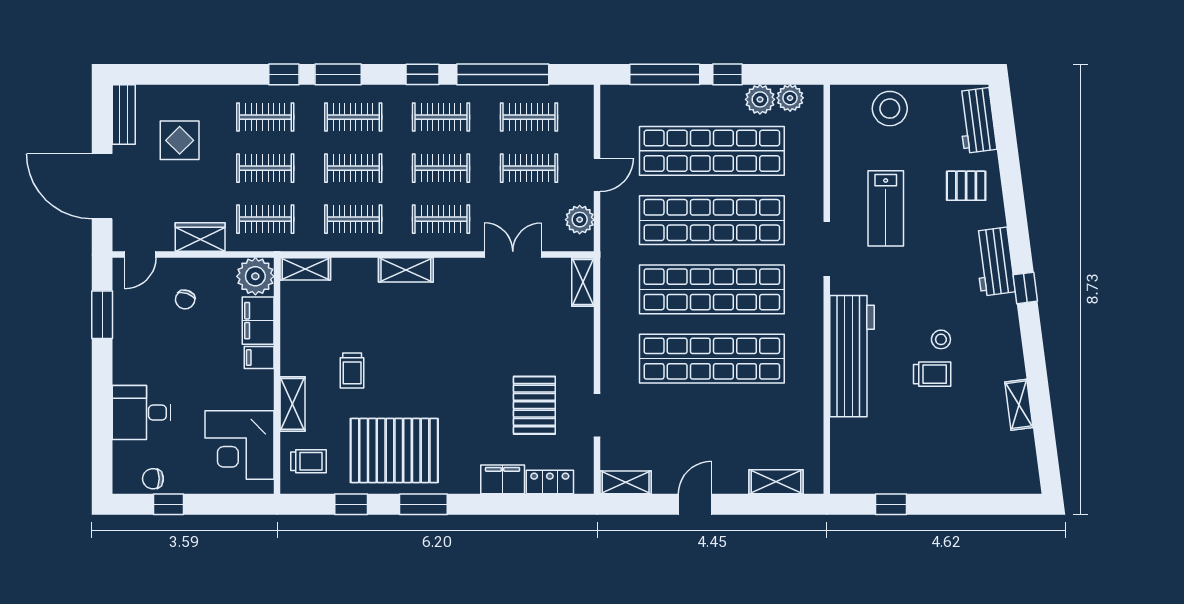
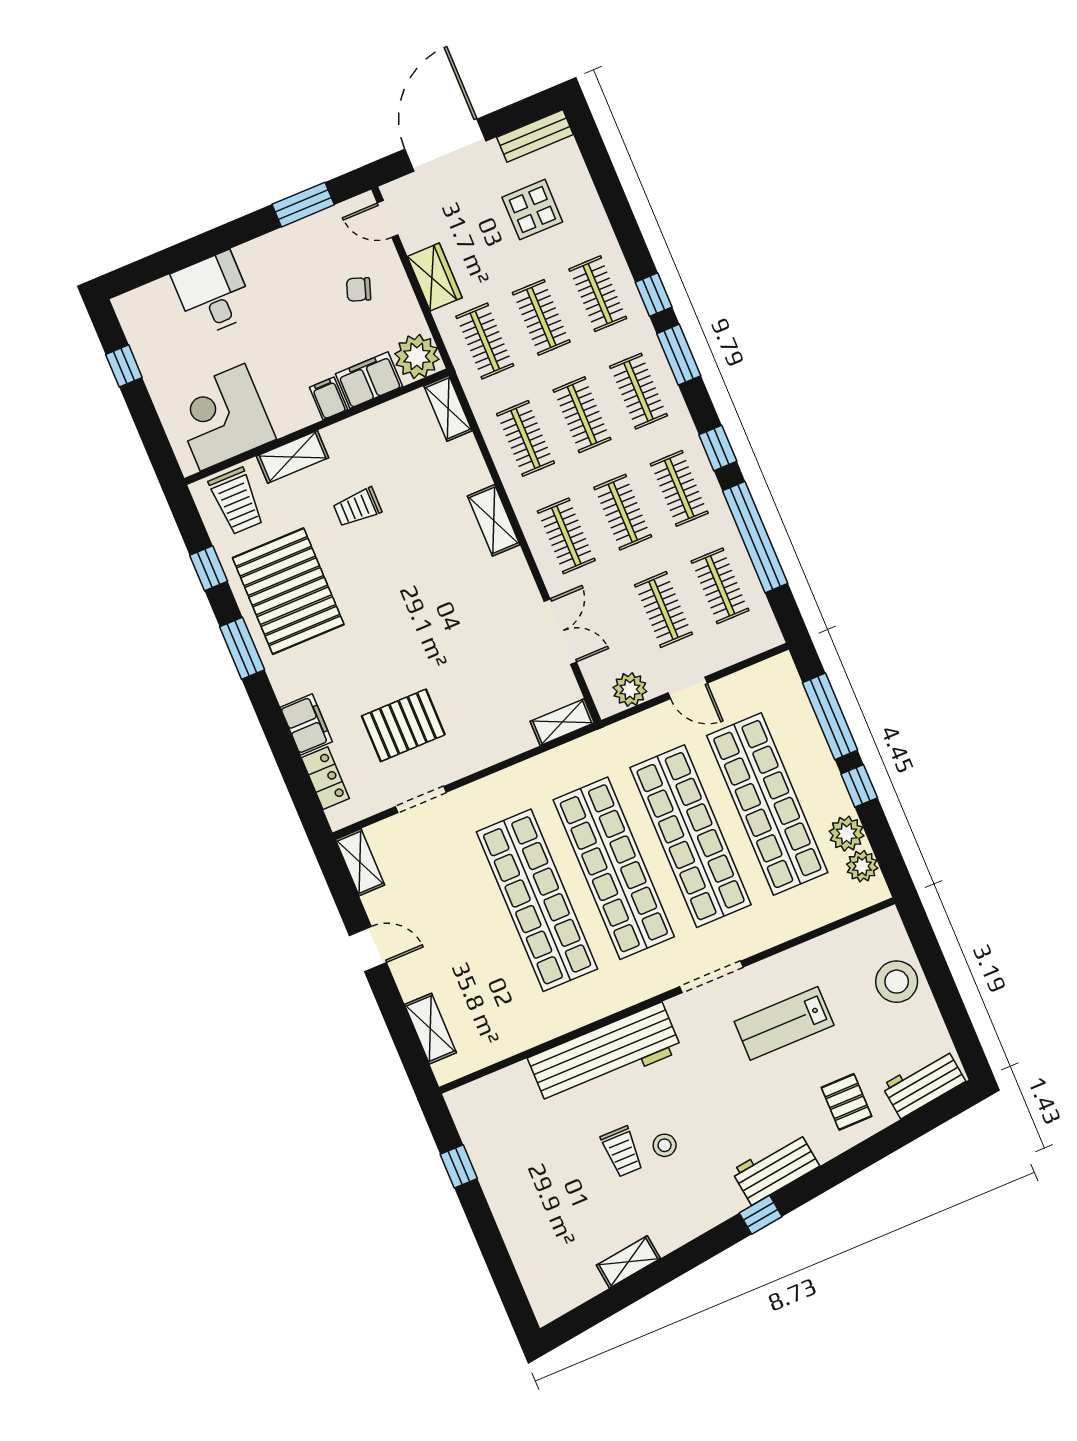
trolley: (309, 461) -> (237, 501), width x1.36, depth x1.39
chair: (153, 479) -> (145, 337), removed

